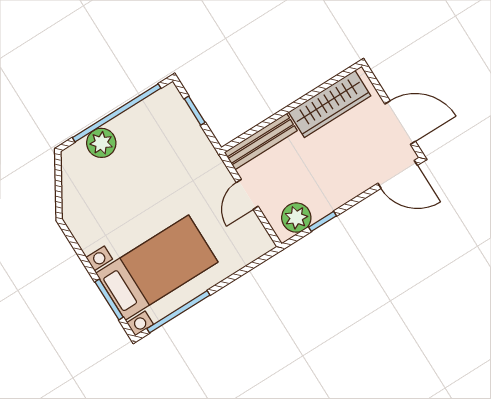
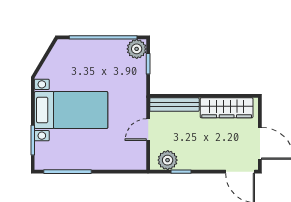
plant: (101, 143) -> (137, 49), moved
bed with nightstands: (157, 268) -> (71, 110), moved

